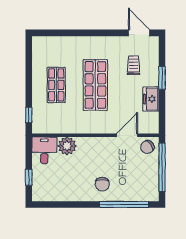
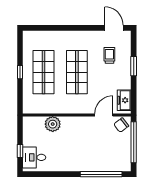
shop shelf: (56, 85) -> (43, 72), width x1.43, depth x1.36
freezer: (151, 99) -> (124, 100), moved
window: (29, 115) -> (20, 72), moved
desk: (44, 150) -> (34, 157), moved, turned -90
chair: (102, 184) -> (83, 157), removed

